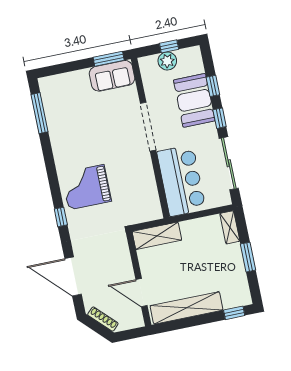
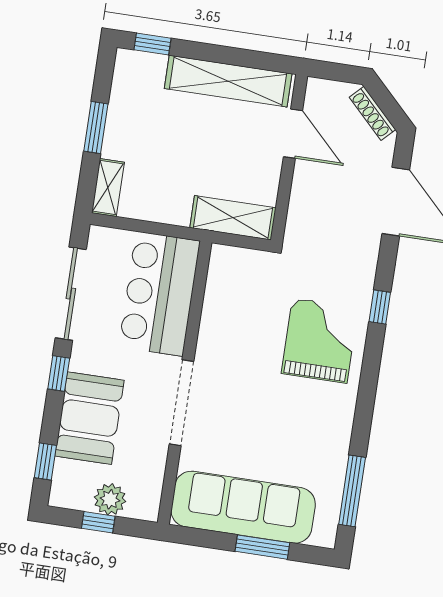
window: (109, 59) -> (262, 547), moved
sofa: (112, 76) -> (243, 507), width x1.85, depth x1.27
window: (213, 86) -> (45, 461), moved
grand piano: (86, 187) -> (320, 341), turned -90

